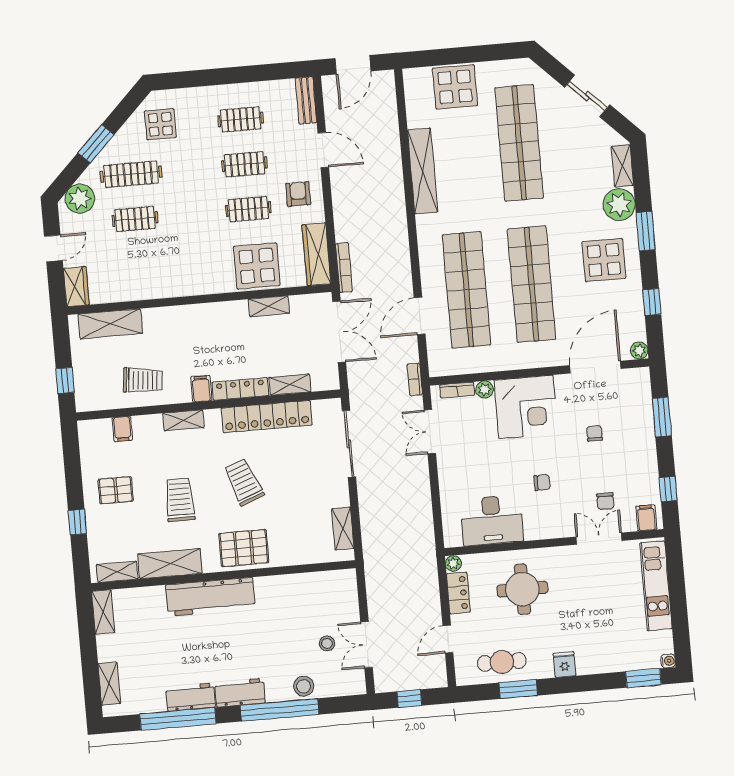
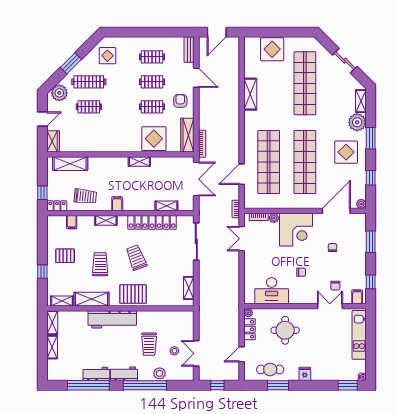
shelving: (423, 171) -> (250, 94), width x0.68
shelving: (269, 306) -> (139, 162), moved
locker: (240, 389) -> (57, 206), moved, width x0.66
trolley: (280, 636) -> (149, 344), added
shelving: (109, 684) -> (52, 347), moved

